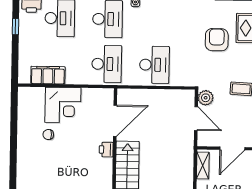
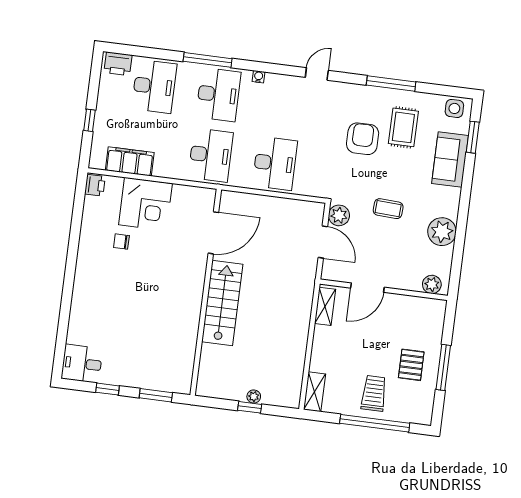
window: (15, 27) -> (89, 120), moved
printer: (106, 150) -> (95, 185), moved, turned 180

